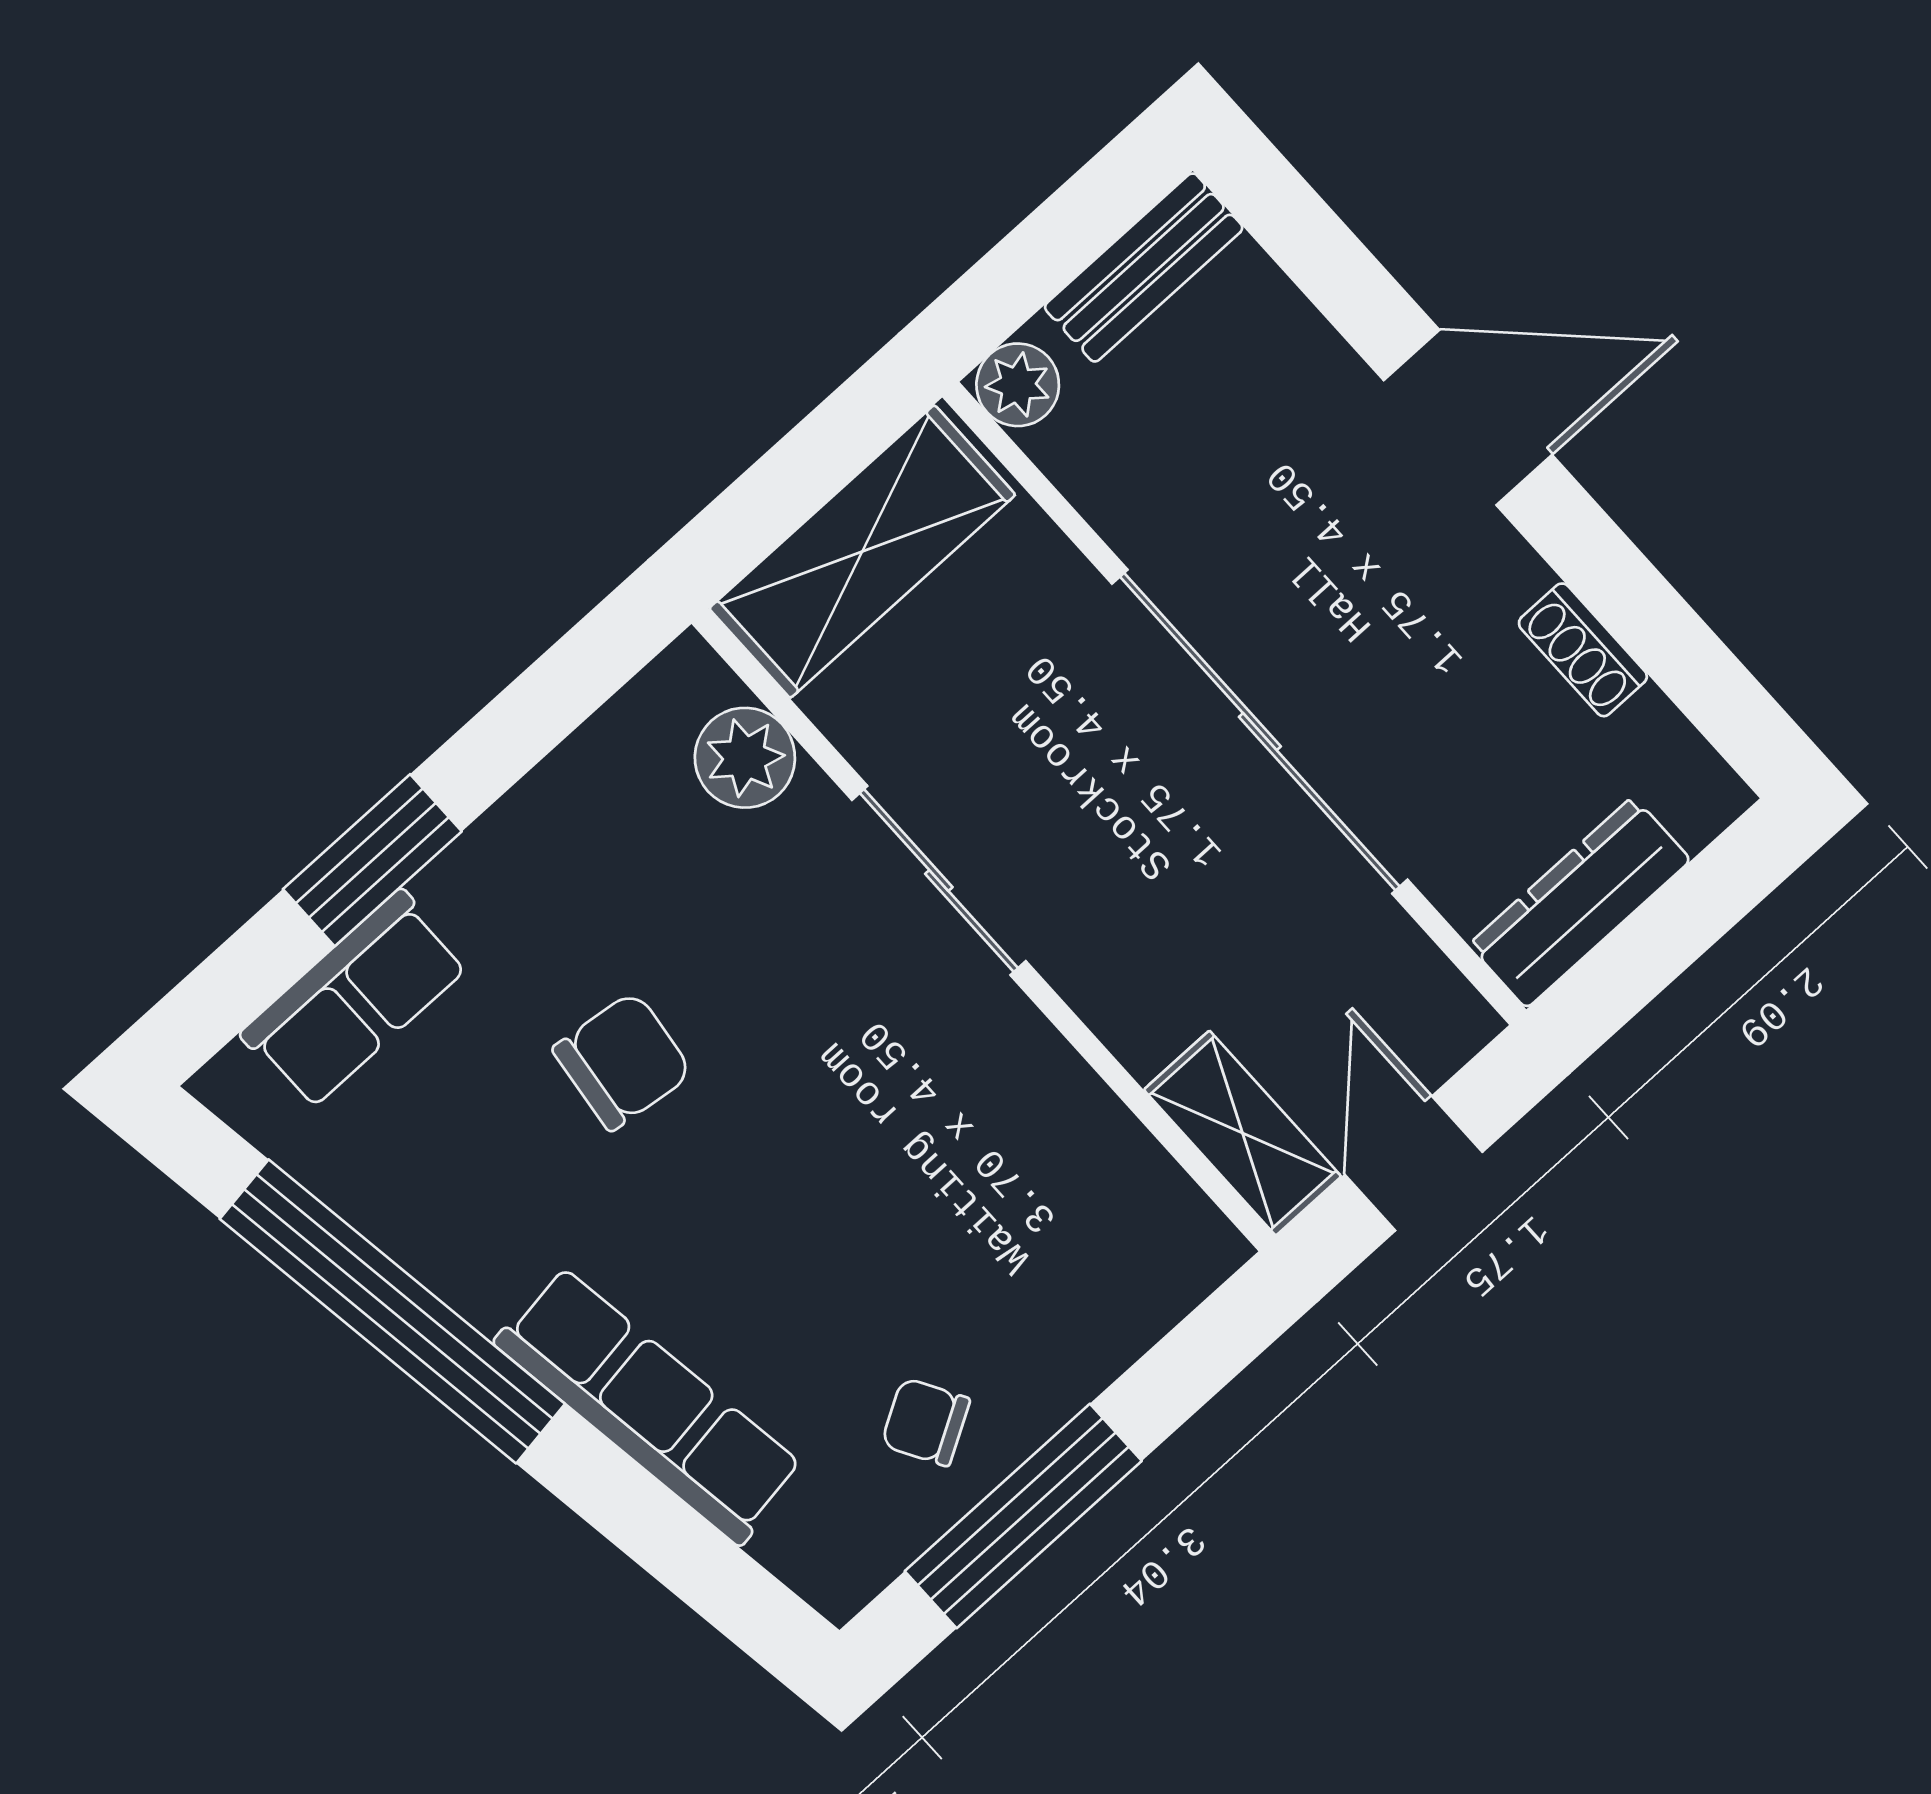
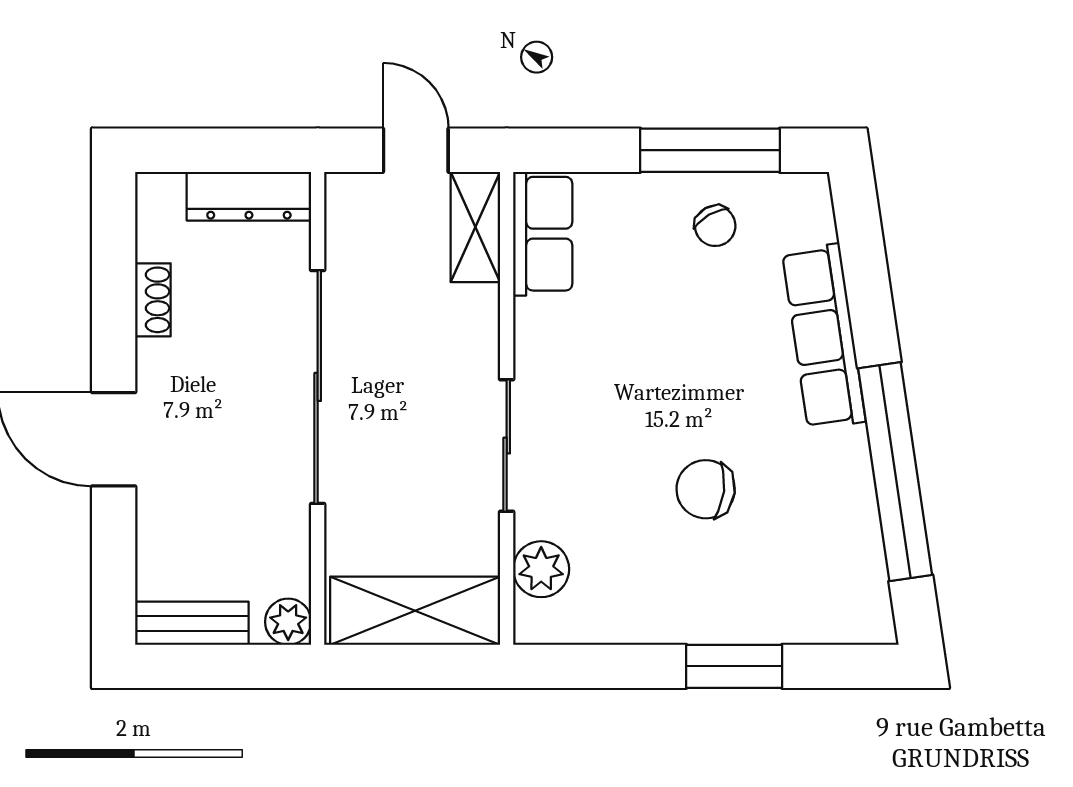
row of seats: (355, 999) -> (543, 234), moved, turned 90
door: (1414, 1163) -> (416, 150), swing flipped

